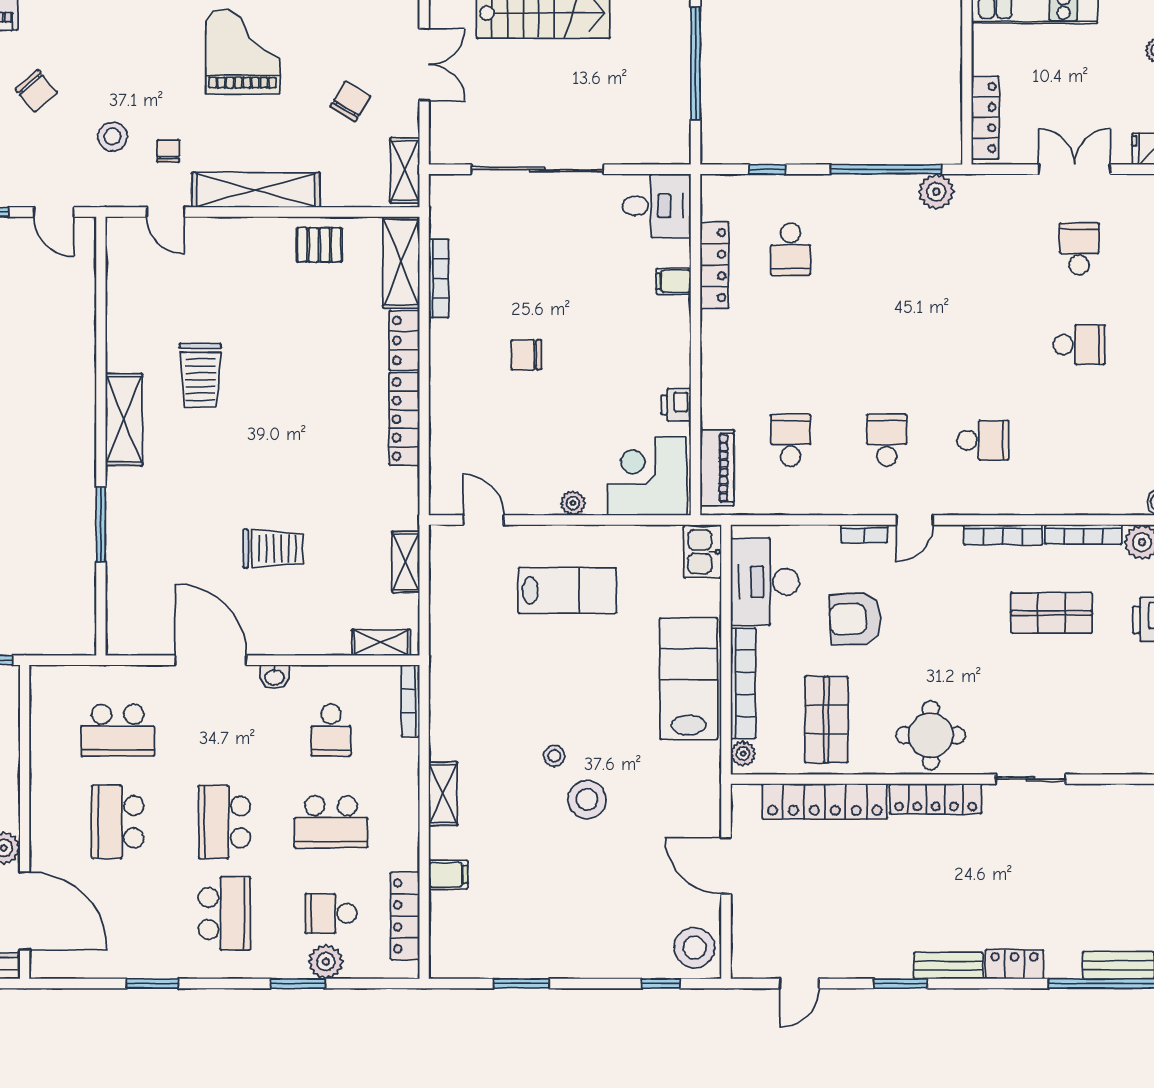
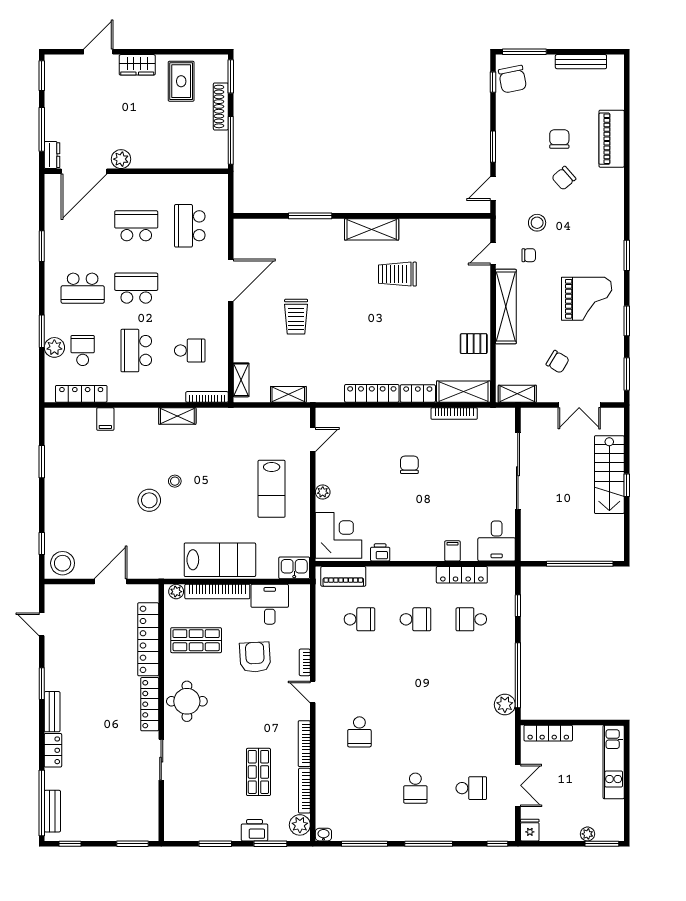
pallet: (319, 245) -> (474, 344), turned 90
school desk: (887, 440) -> (415, 619), moved
desk: (765, 582) -> (270, 604), width x0.73
washbasin: (275, 677) -> (221, 317), removed
school desk: (331, 730) -> (190, 351), turned 180
shelving: (443, 794) -> (177, 416), moved

